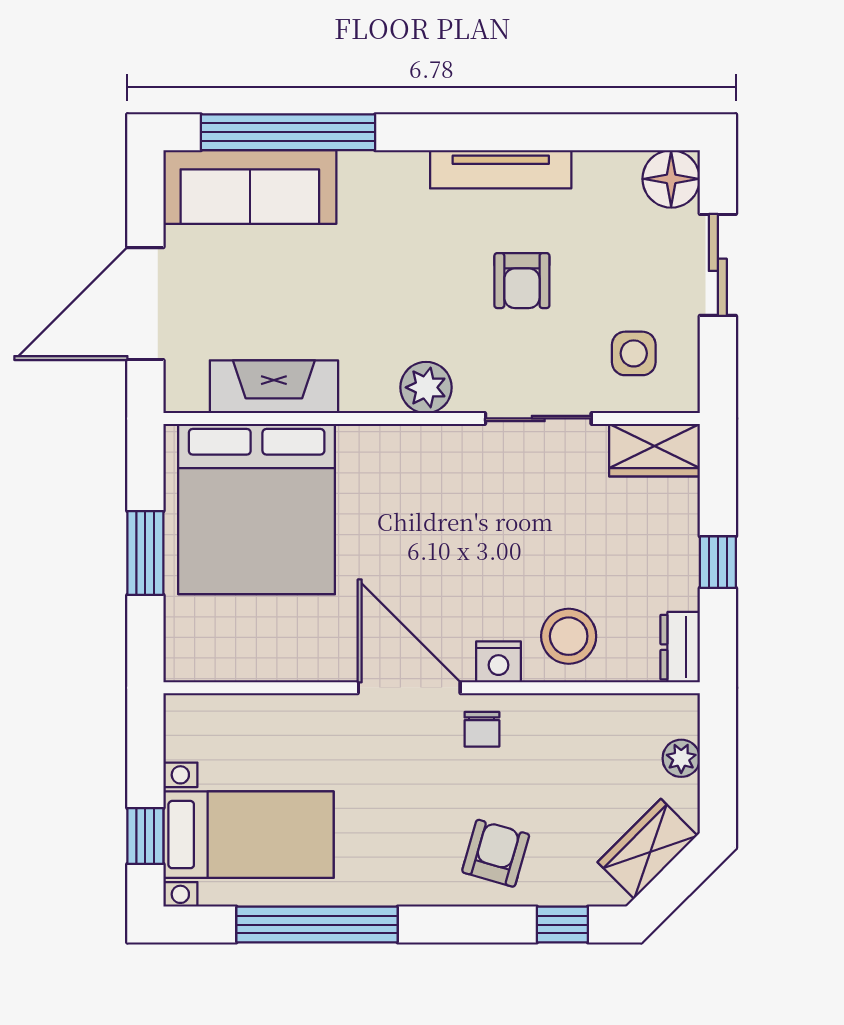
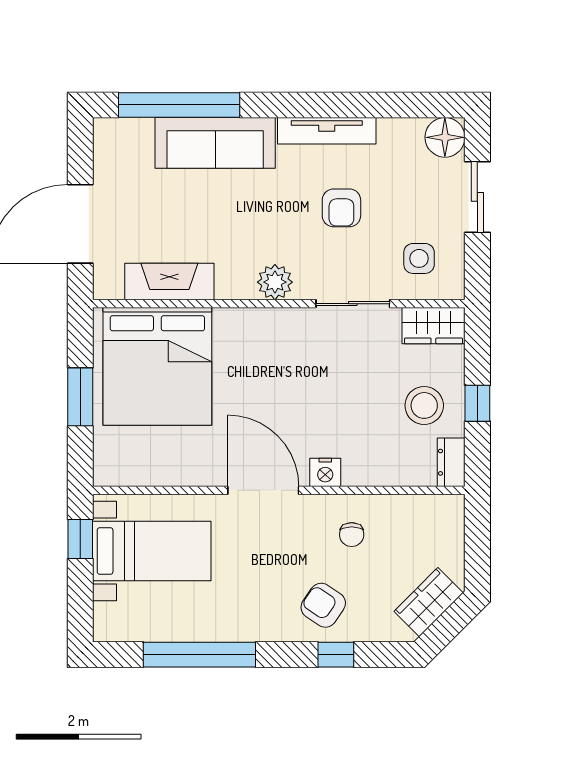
sofa: (250, 187) -> (215, 143), moved
stool: (569, 636) -> (424, 405), moved
chair: (482, 729) -> (352, 535), moved
plant: (681, 758) -> (452, 539), removed
bed with nightstands: (249, 835) -> (152, 551), moved
window: (145, 836) -> (80, 539), moved
armchair: (496, 853) -> (323, 605), turned -72
window: (562, 925) -> (336, 655), moved

